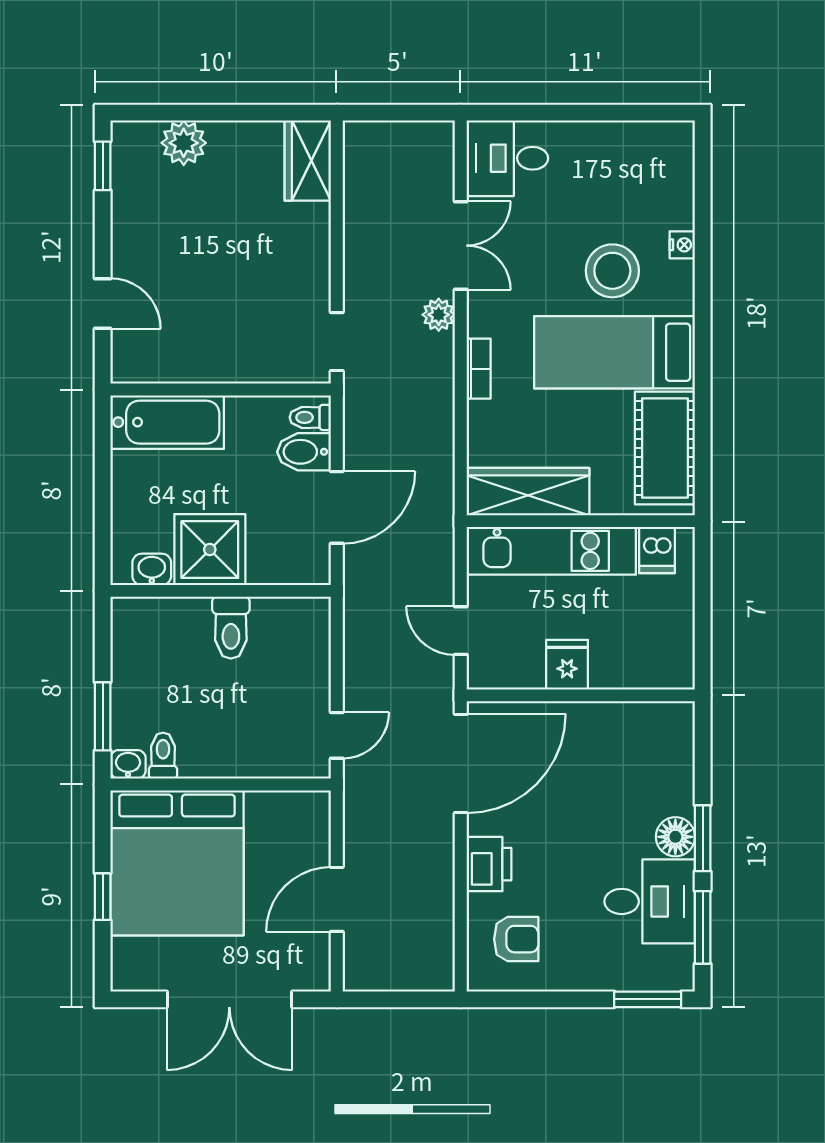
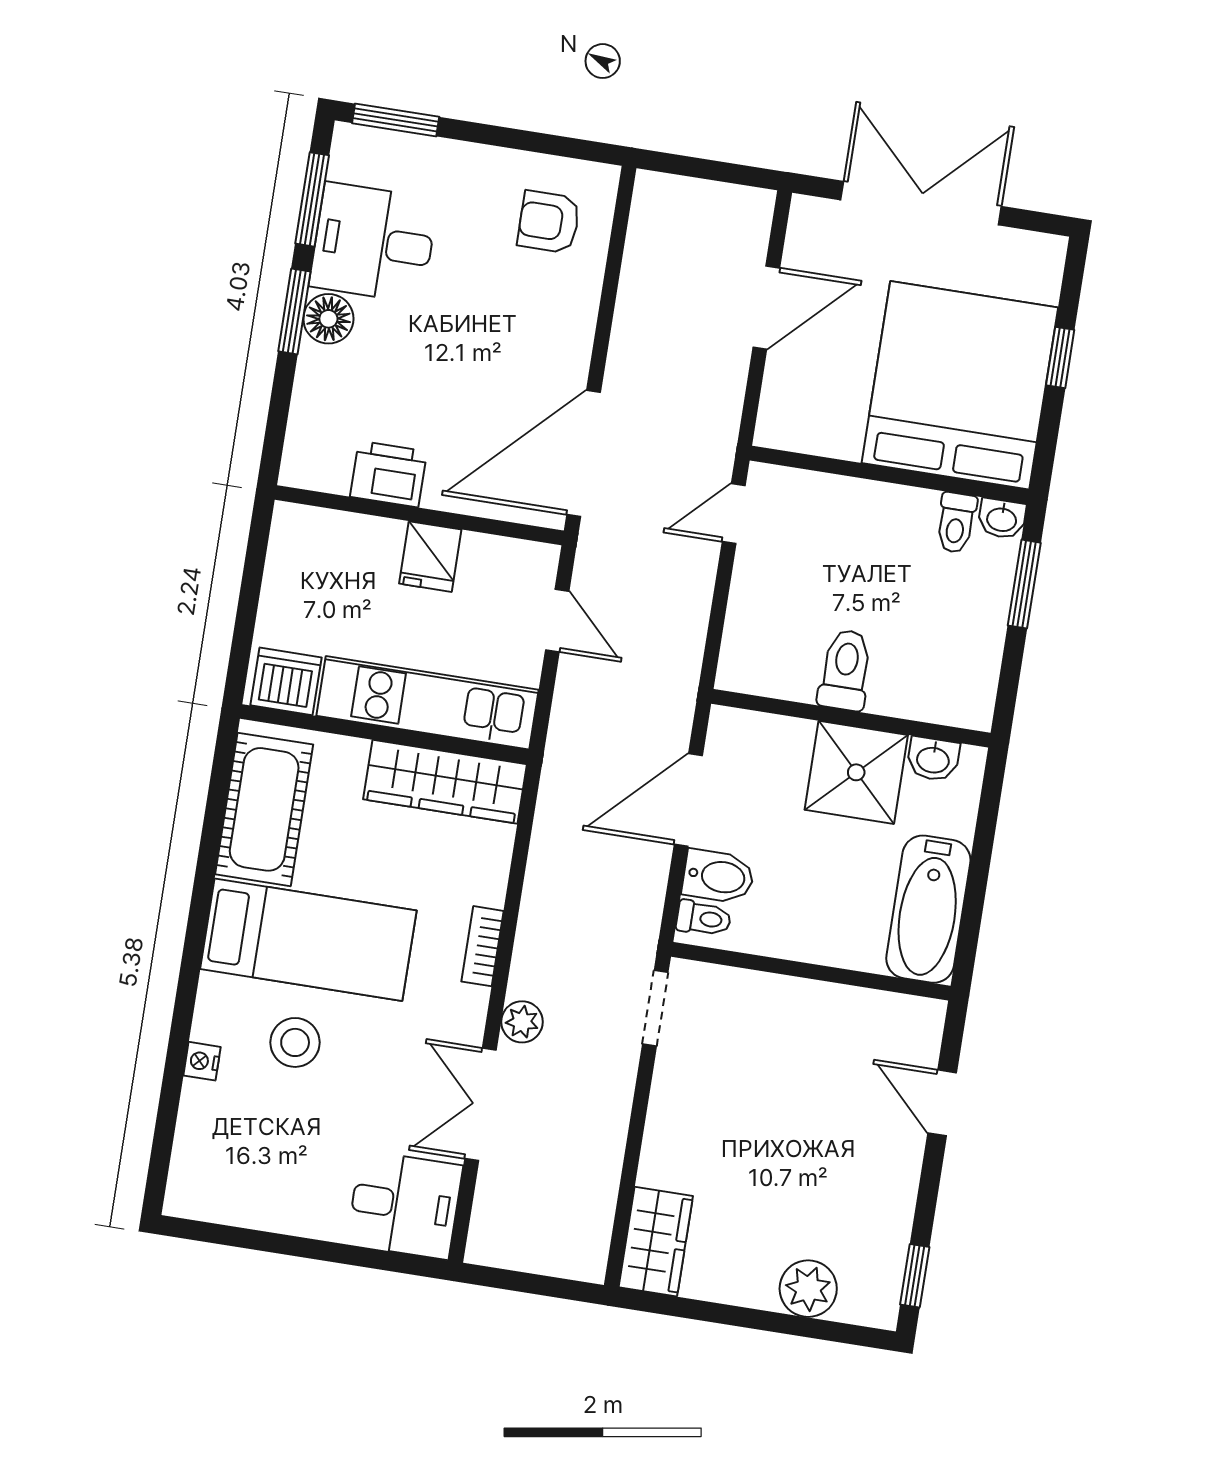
stool: (612, 271) -> (295, 1042), width x0.73, depth x0.73
bathtub: (167, 422) -> (928, 909), moved, turned -90
dishwasher: (657, 550) -> (286, 681), width x1.38
printer: (489, 864) -> (389, 474), moved, turned 90

